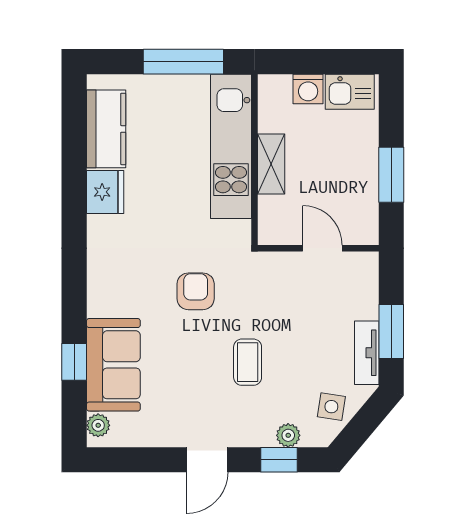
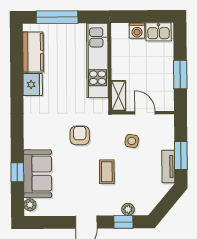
window: (183, 62) -> (57, 17), moved
shelving: (271, 164) -> (118, 96), moved
side table: (331, 407) -> (132, 141), moved

